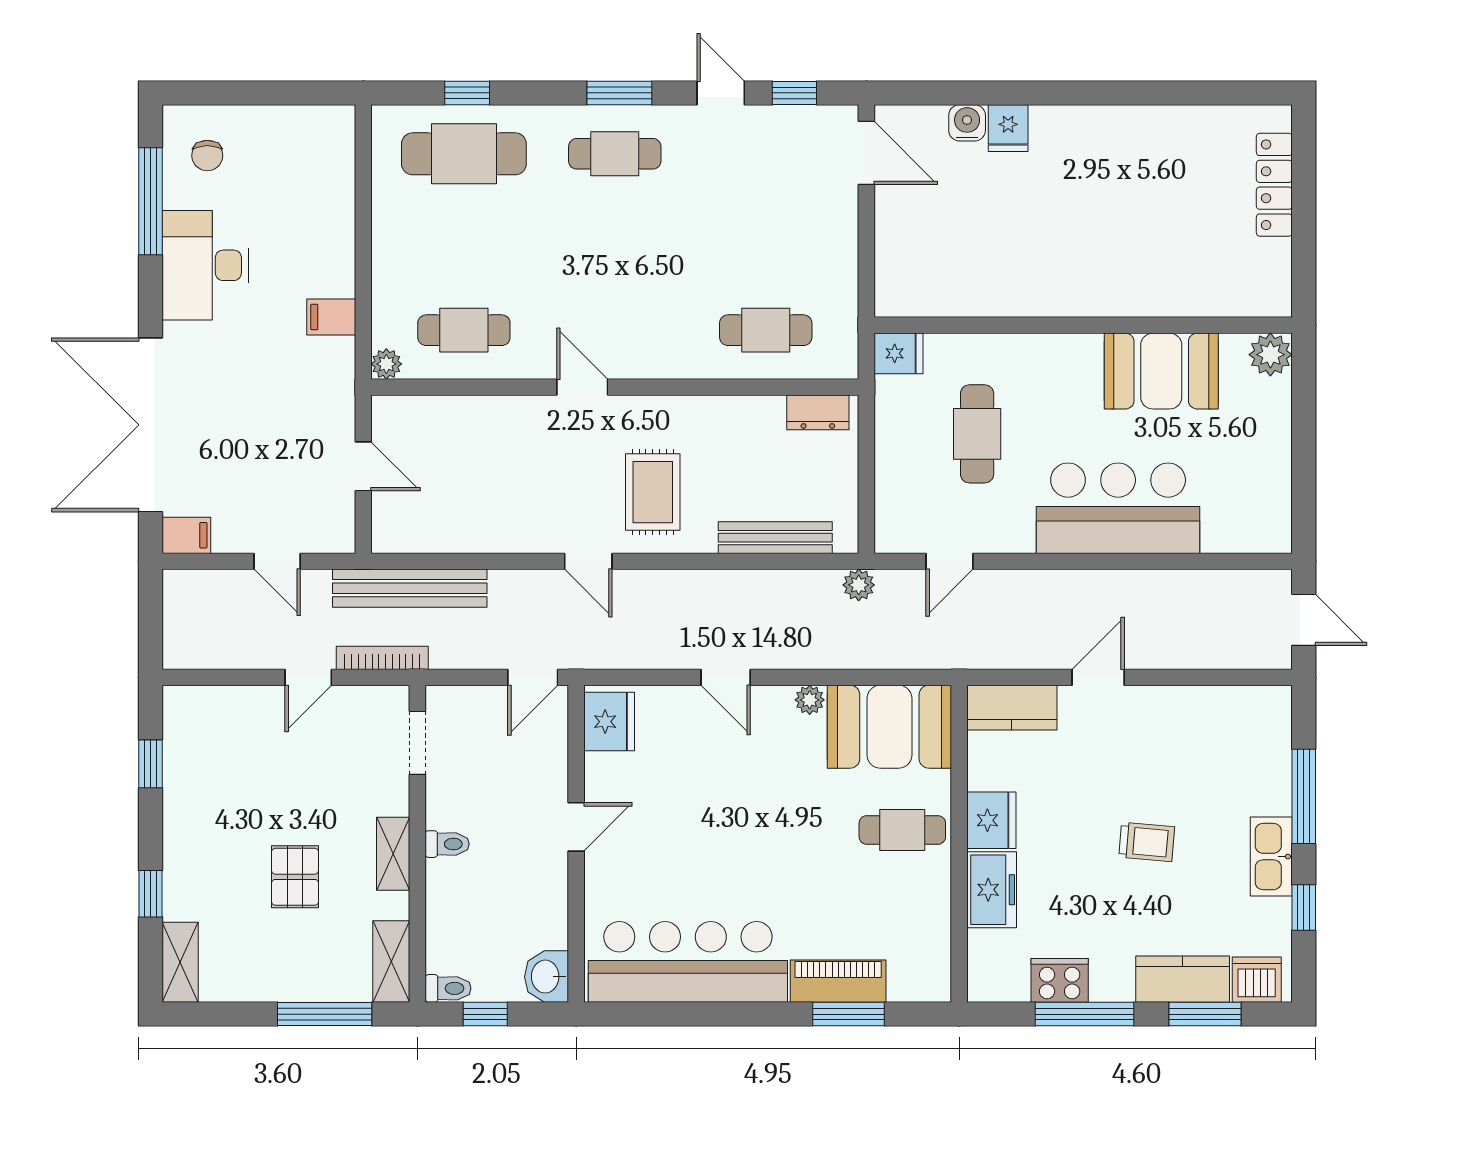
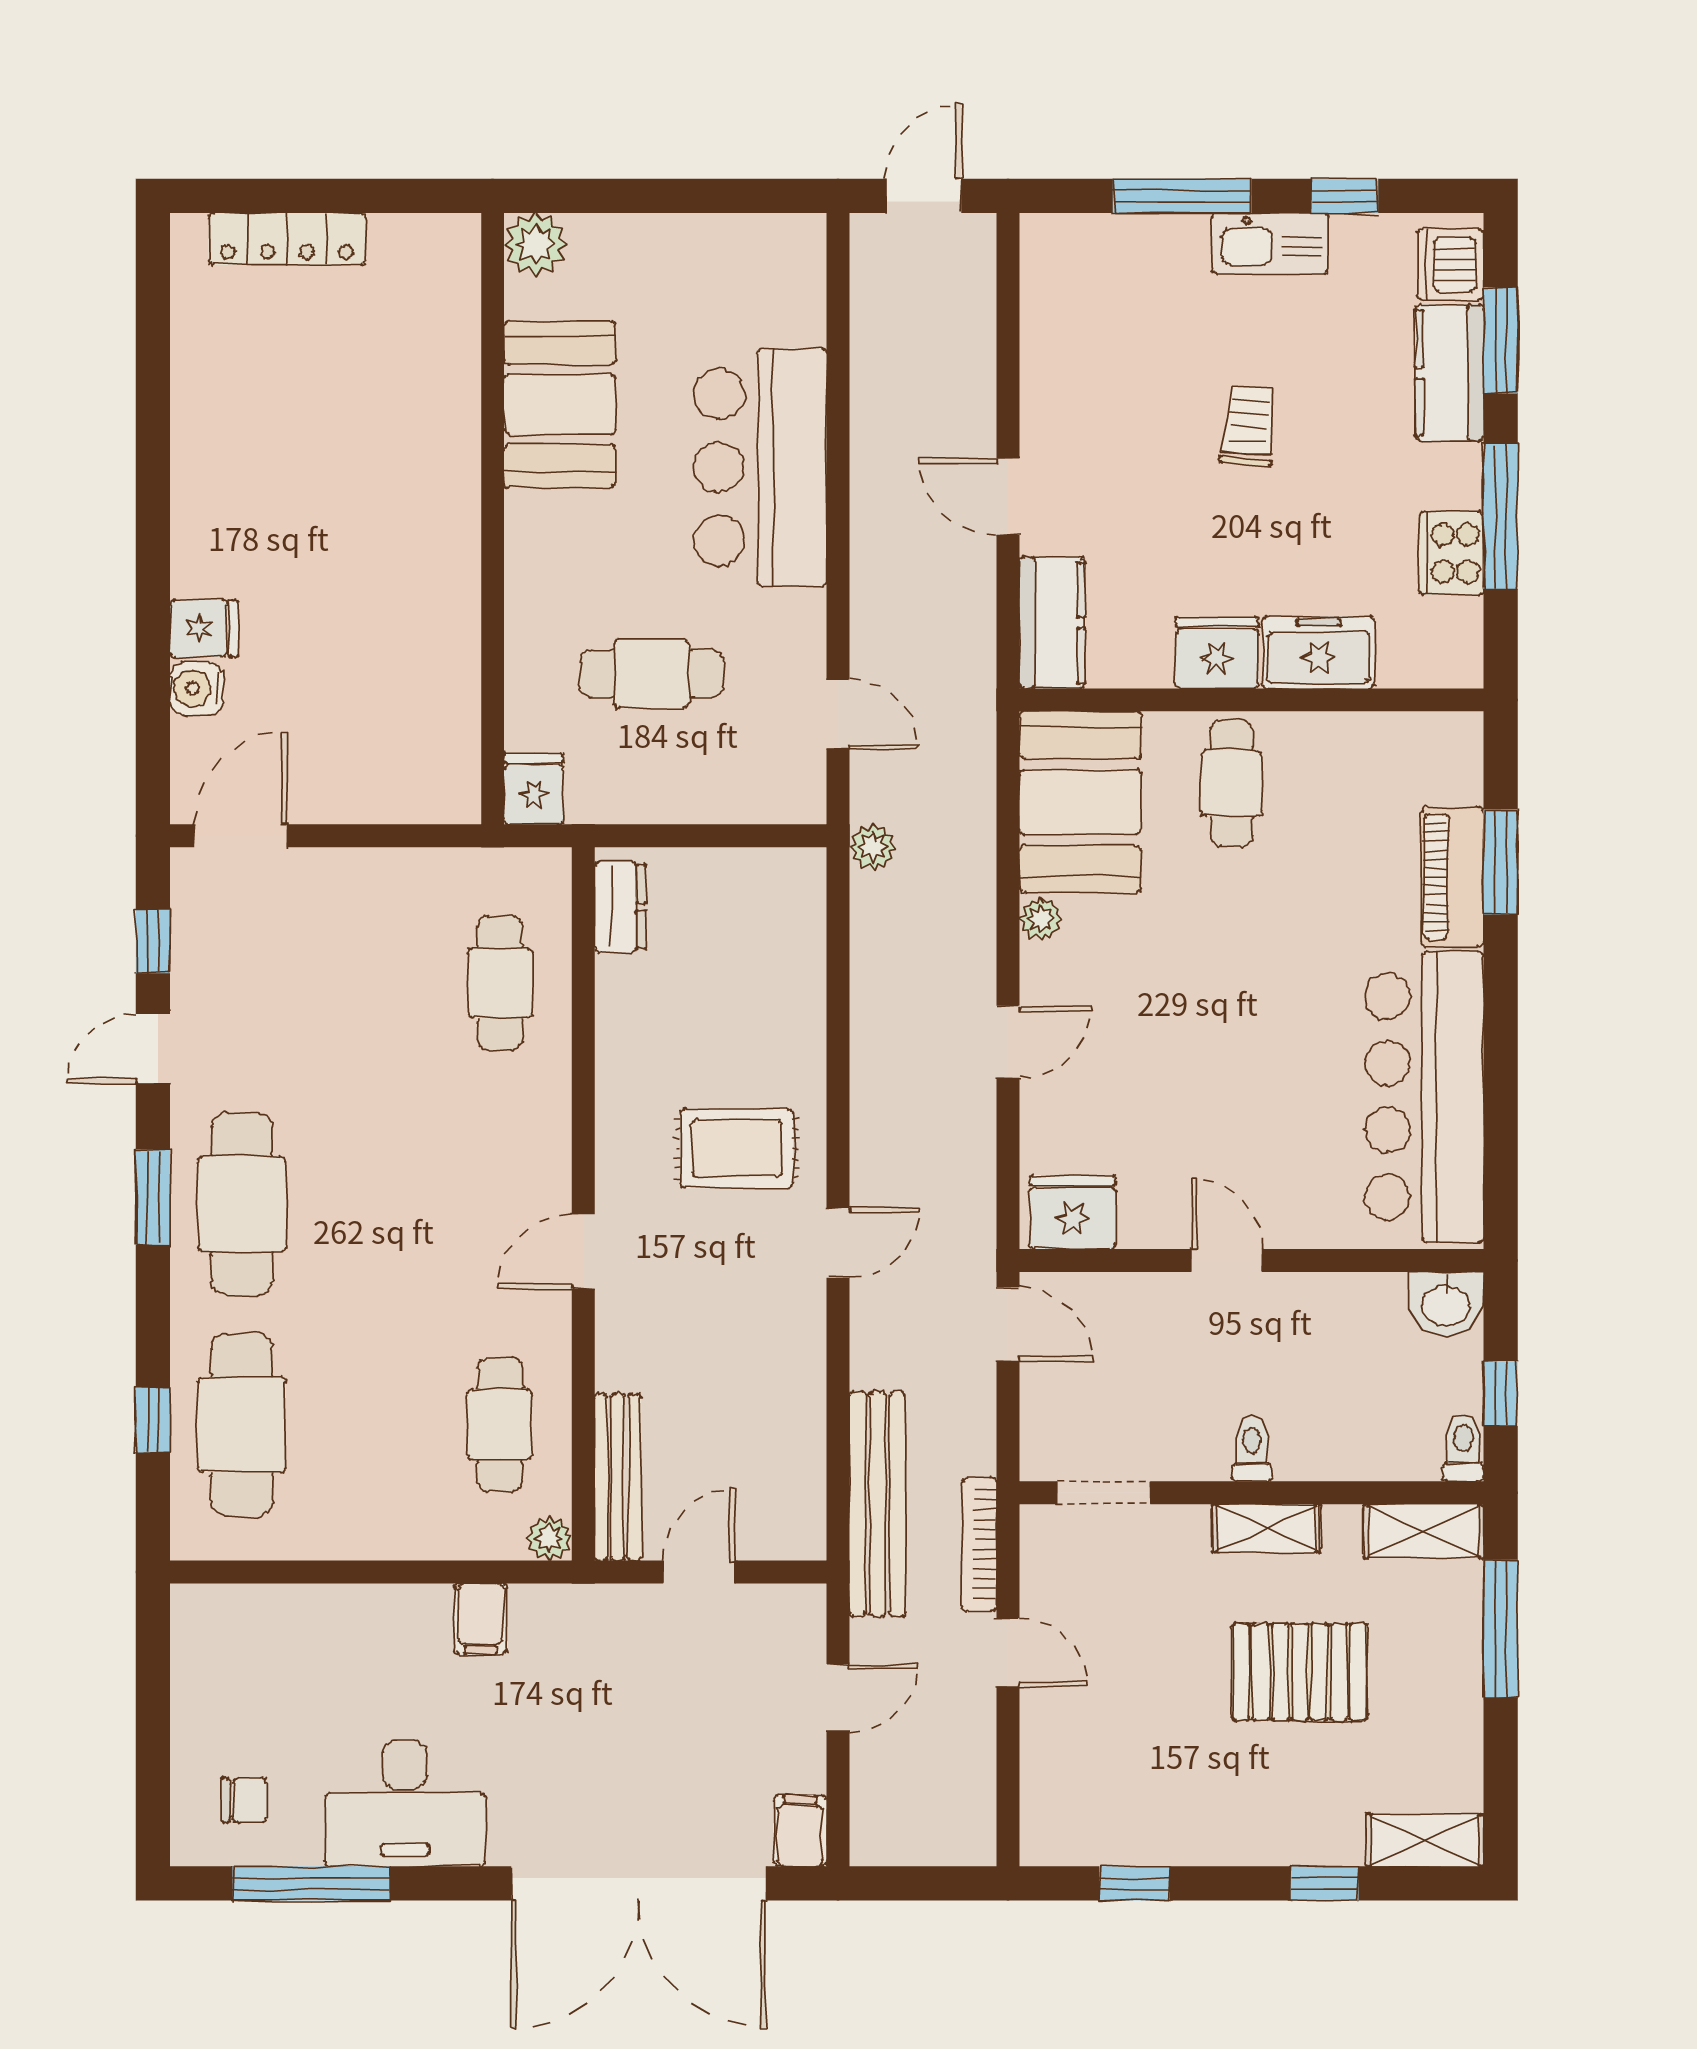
cafe table: (615, 154) -> (242, 1204), width x1.37, depth x1.35
bench: (775, 538) -> (618, 1477), moved
pallet: (295, 877) -> (1300, 1672), width x1.50, depth x1.42

